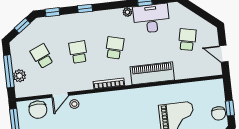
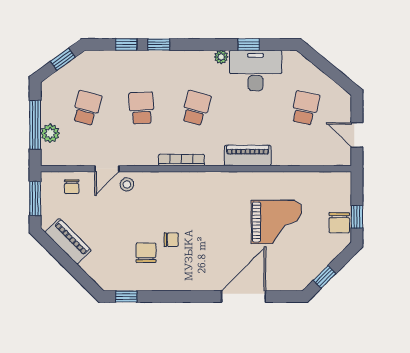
window: (52, 12) -> (126, 45), moved
school desk: (42, 56) -> (87, 108), turned 39
piano: (152, 73) -> (248, 156), width x0.73, depth x0.75
chair: (38, 110) -> (72, 187), width x0.54, depth x0.54

